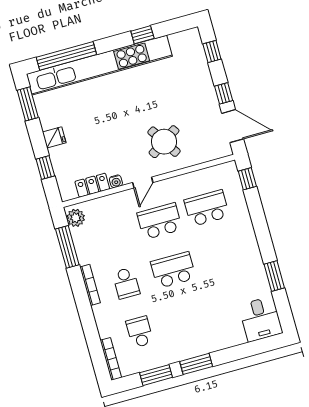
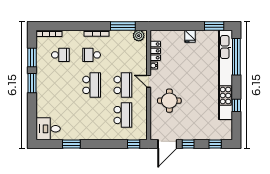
round table: (164, 142) -> (169, 101), turned 33
window: (45, 168) -> (174, 26), removed

